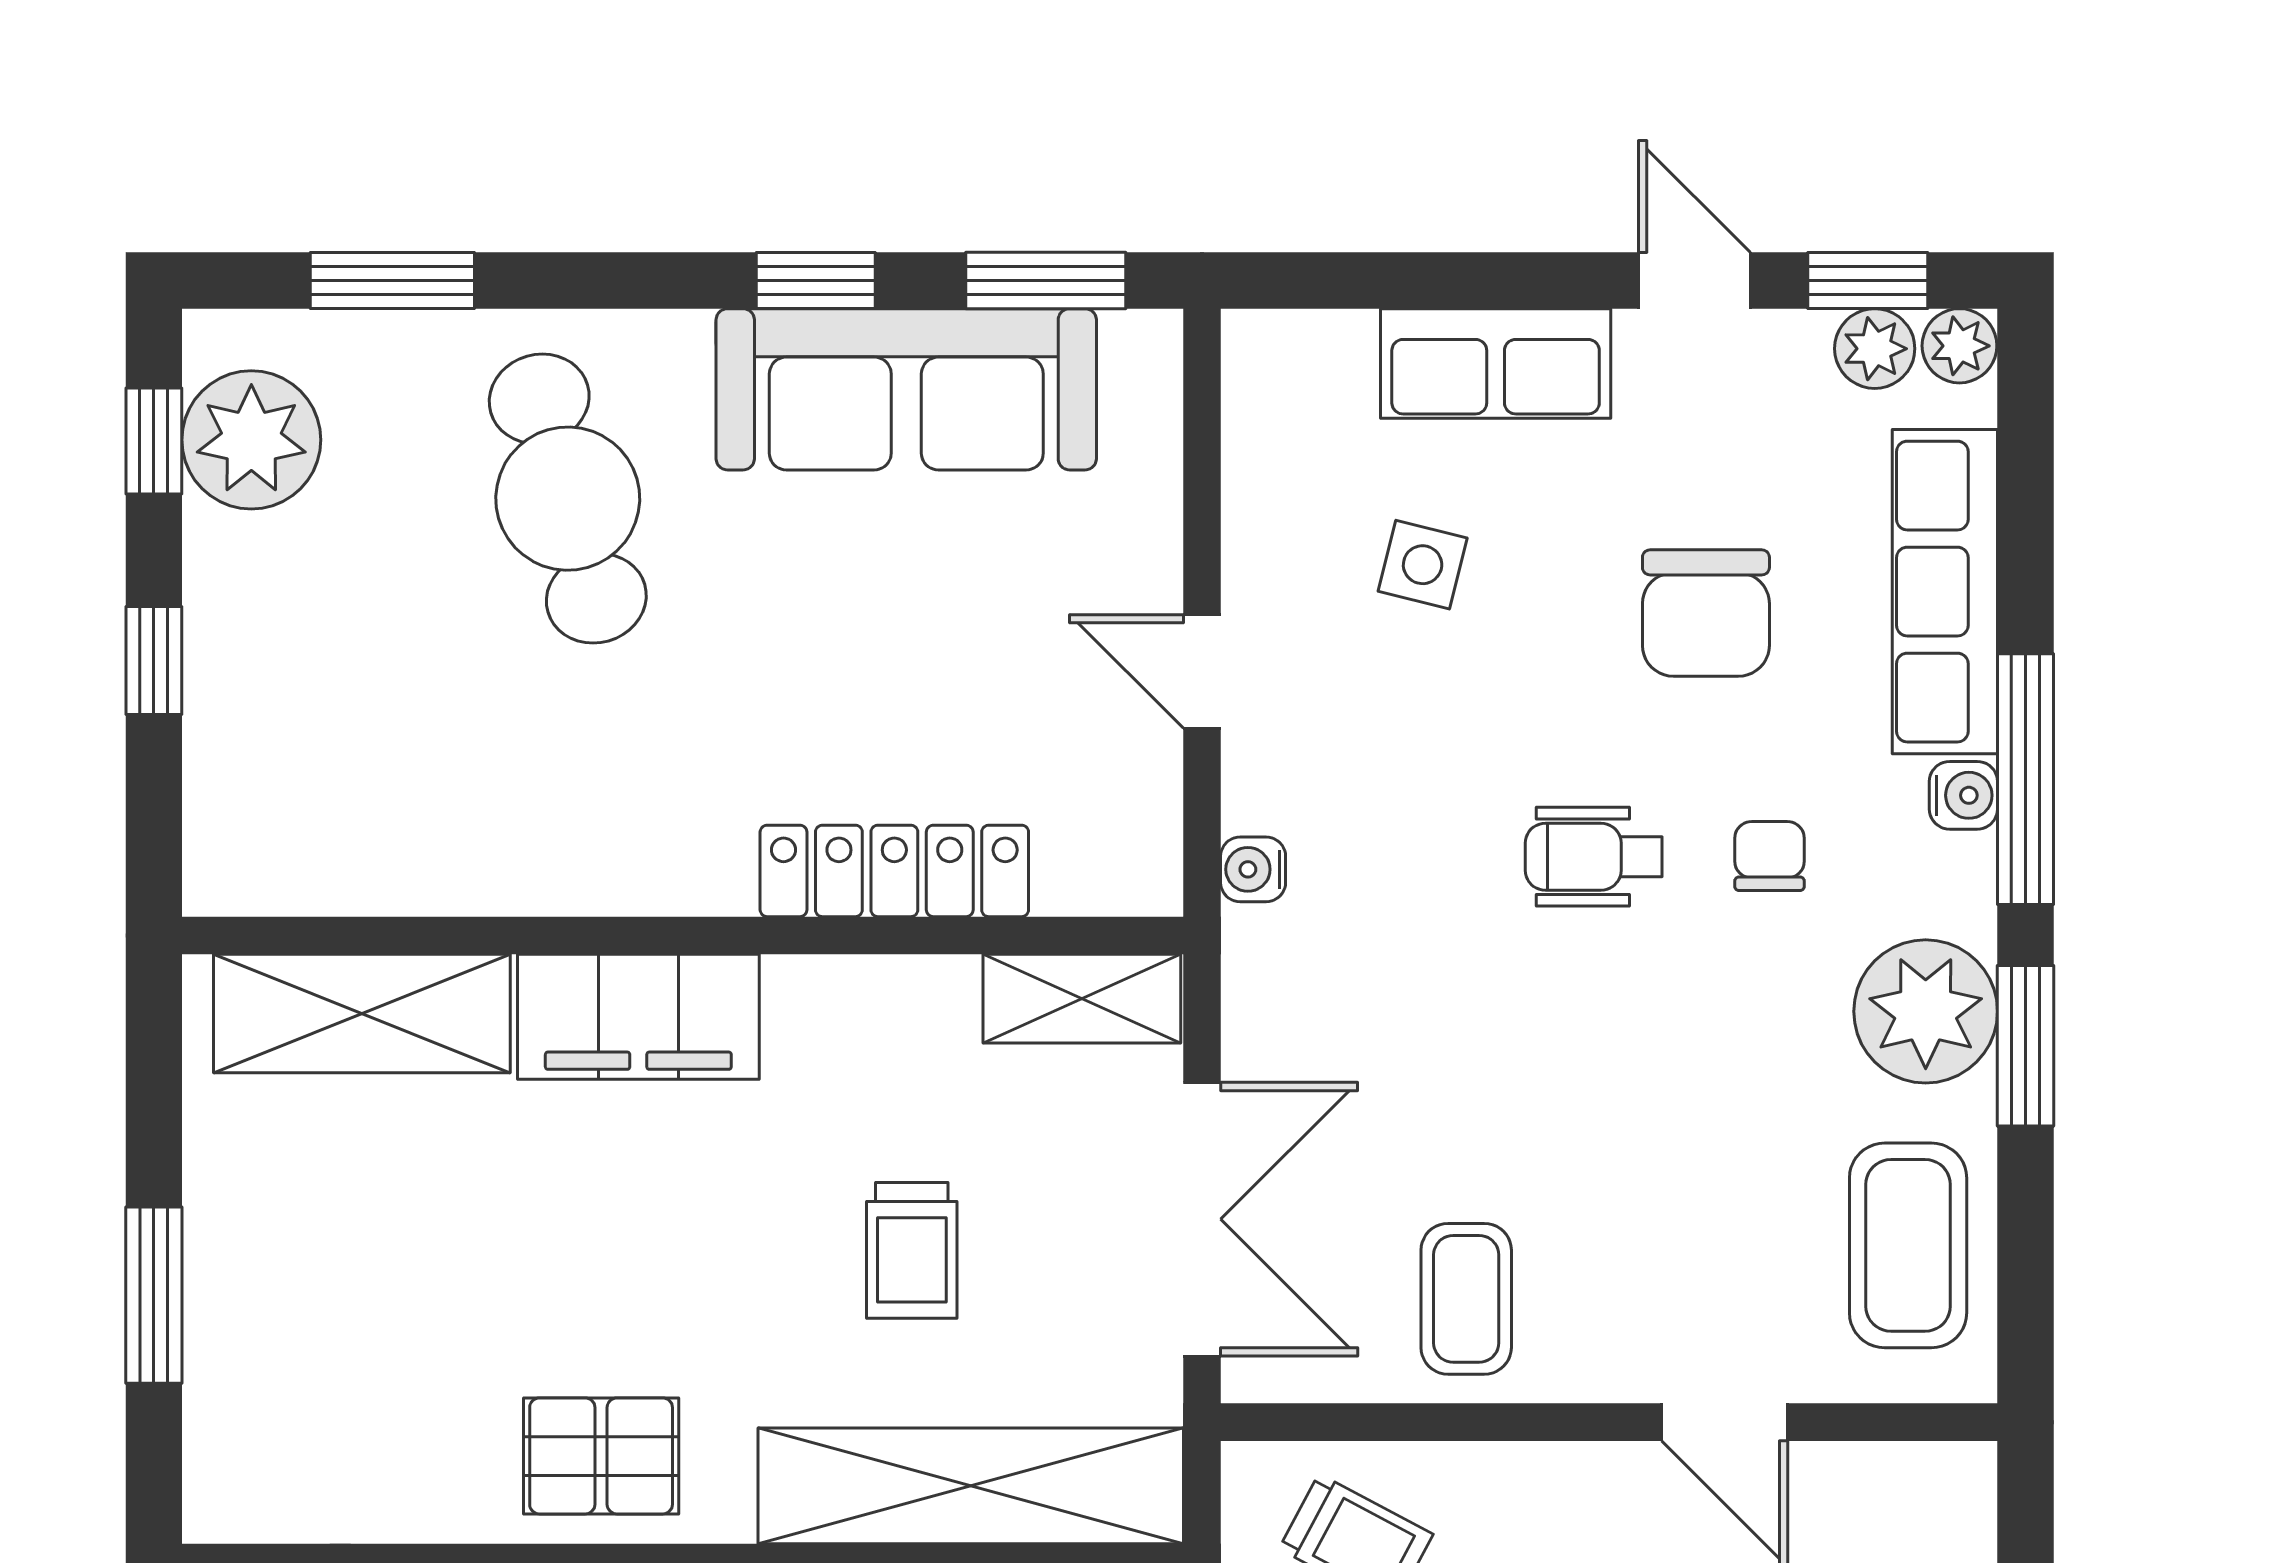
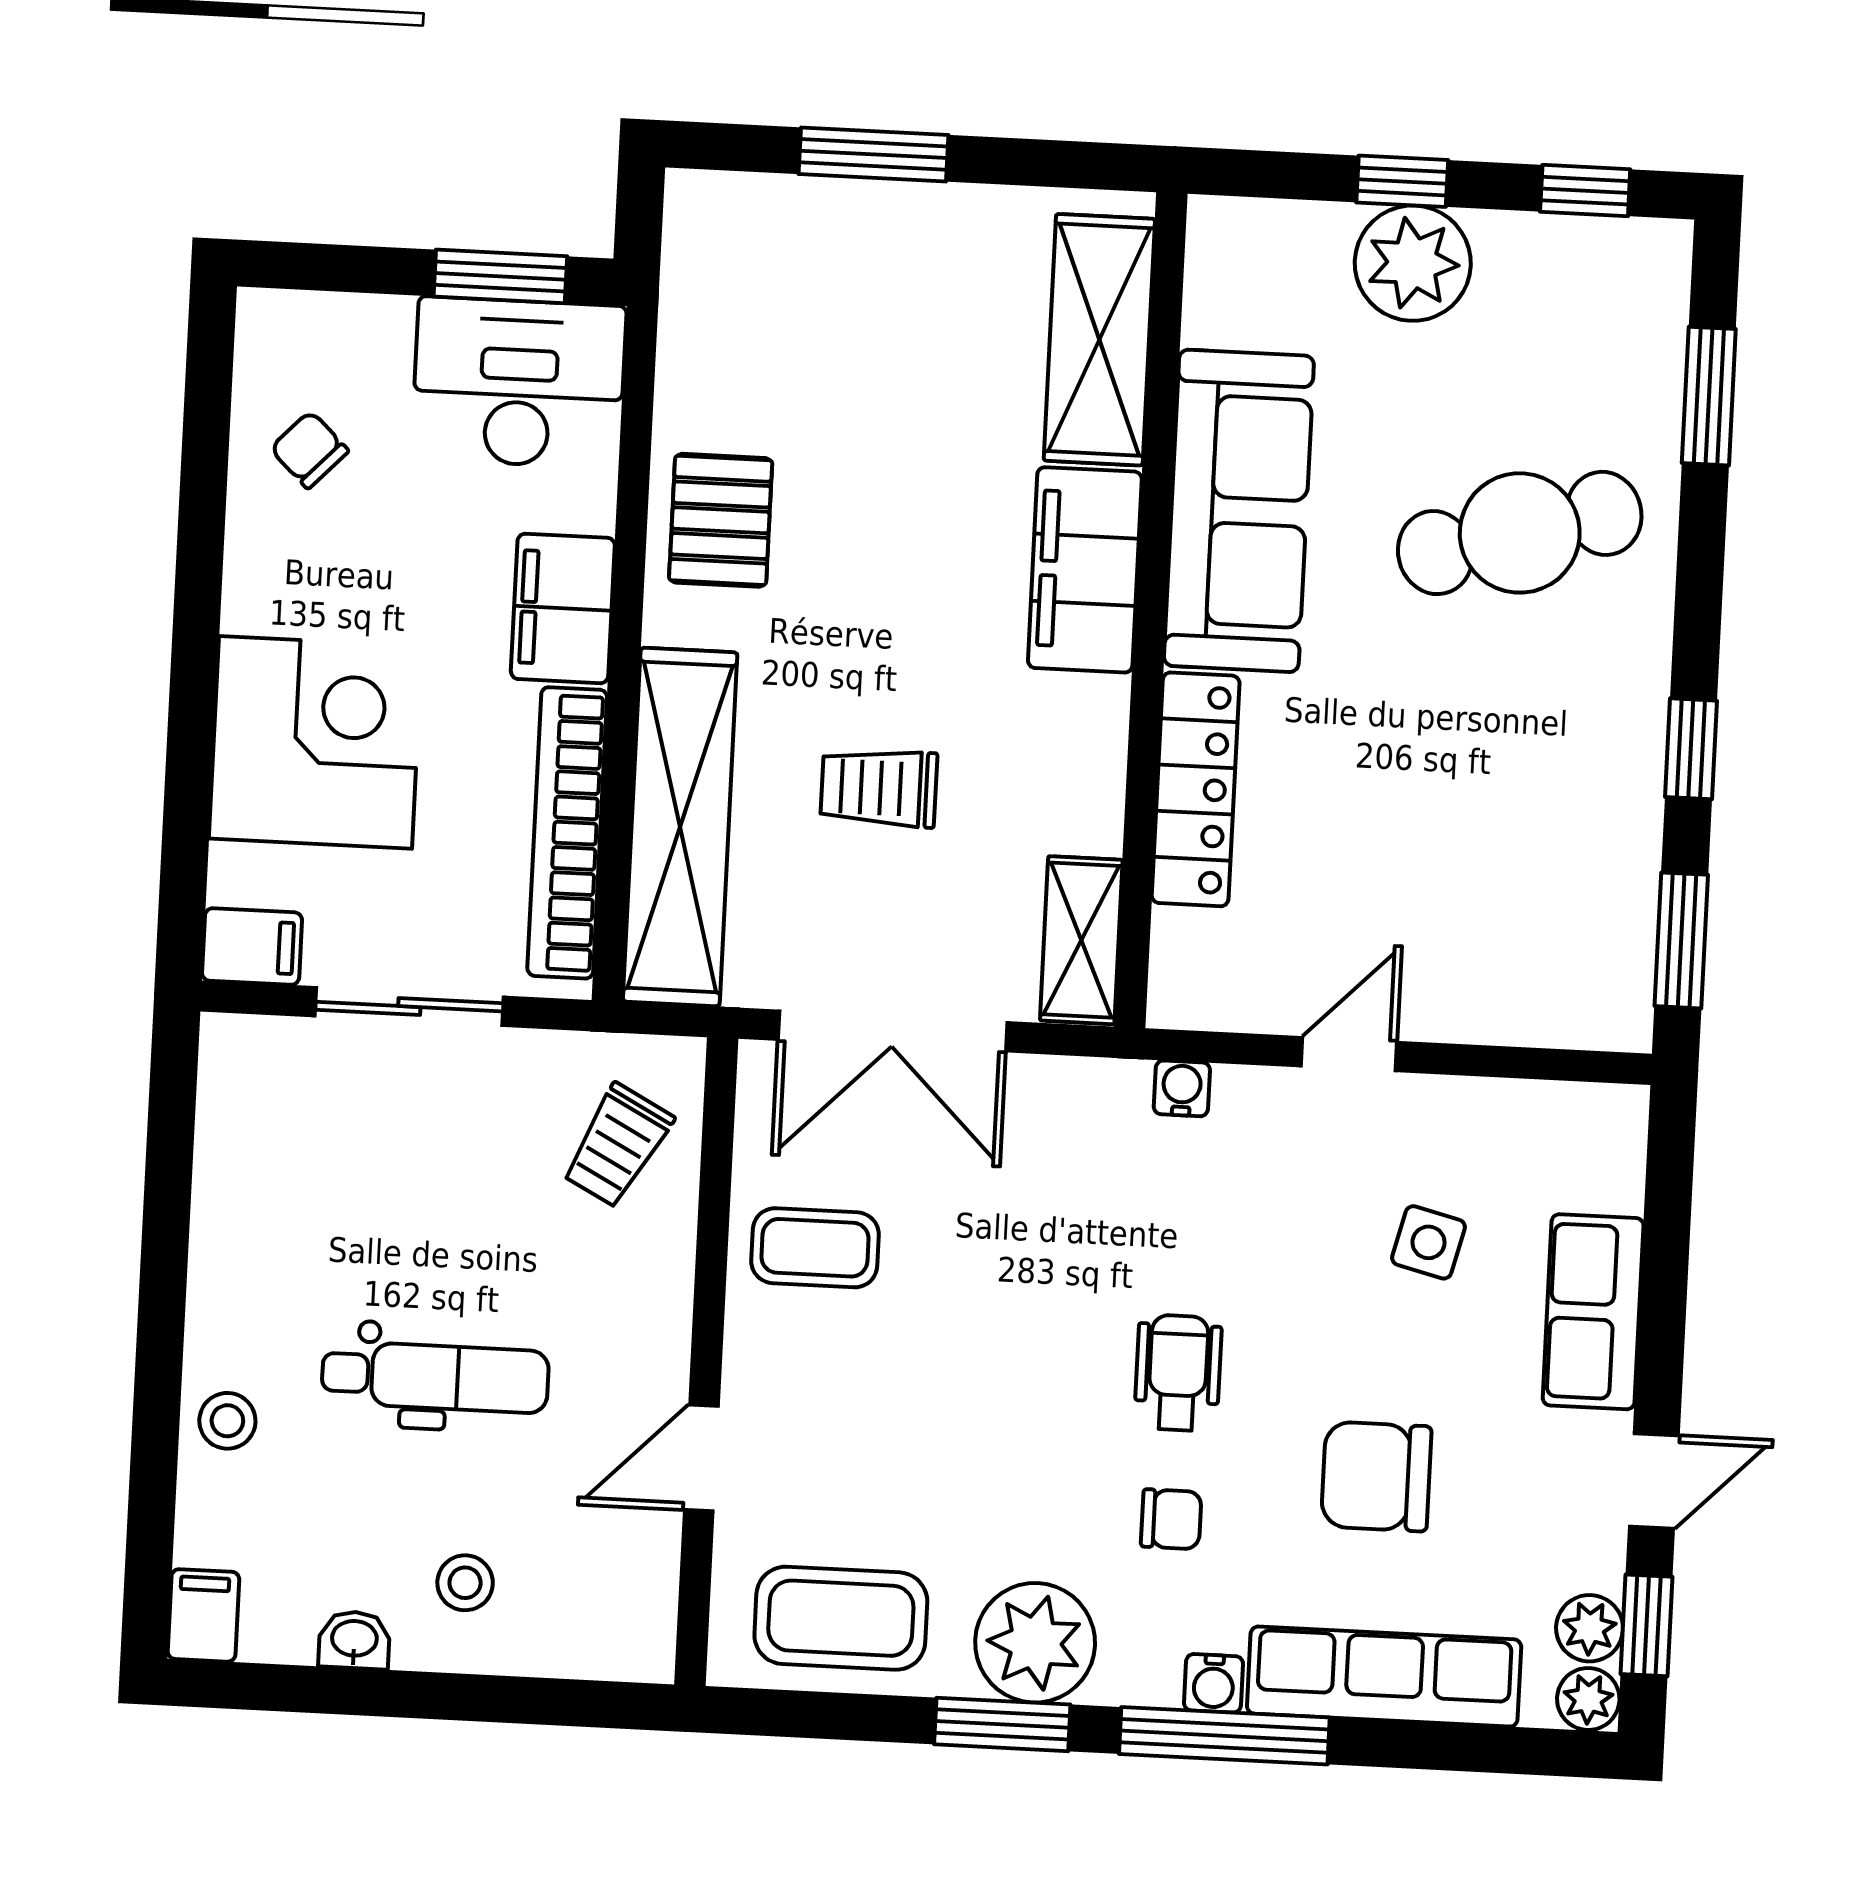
sofa: (906, 389) -> (1239, 511), moved, turned 180
plant: (251, 440) -> (1413, 263), moved

